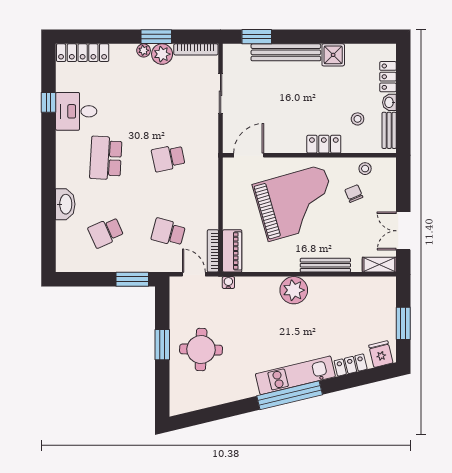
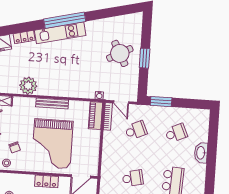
locker: (324, 144) -> (46, 181), moved
grand piano: (296, 203) -> (52, 144), turned -74
school desk: (168, 232) -> (136, 130), turned -39
bench: (325, 265) -> (52, 103), moved
plant: (294, 290) -> (28, 86), moved
round table: (201, 349) -> (120, 53), turned -30

